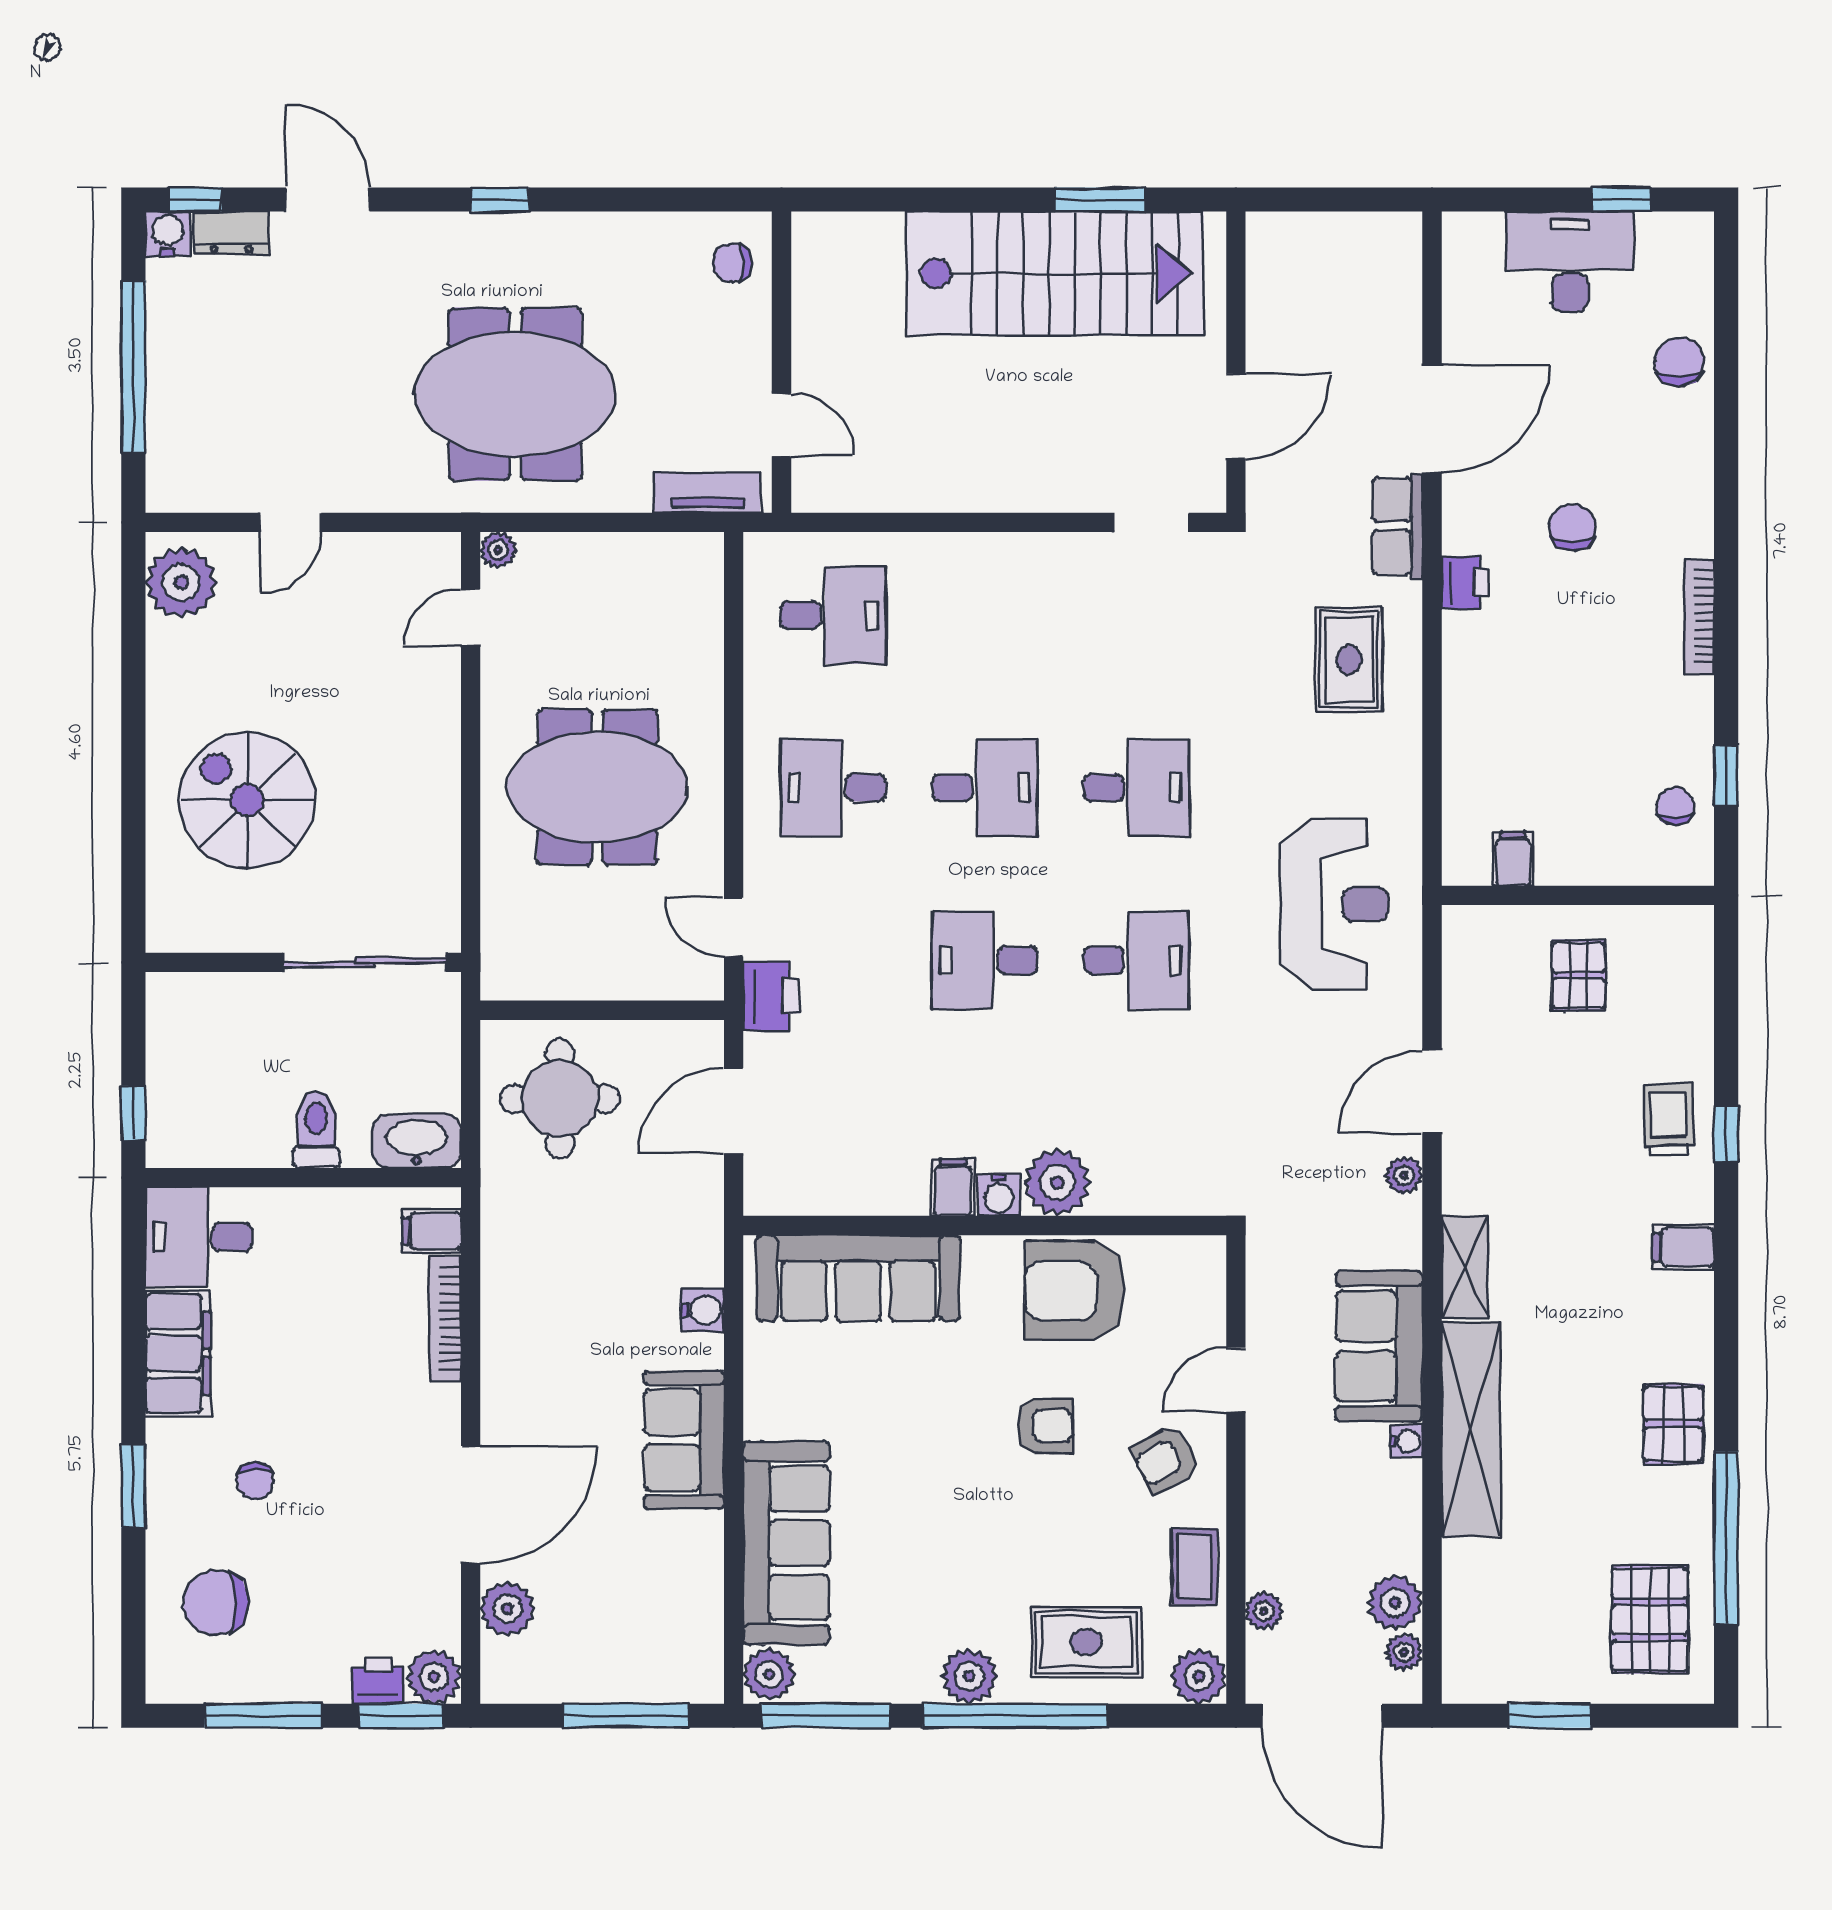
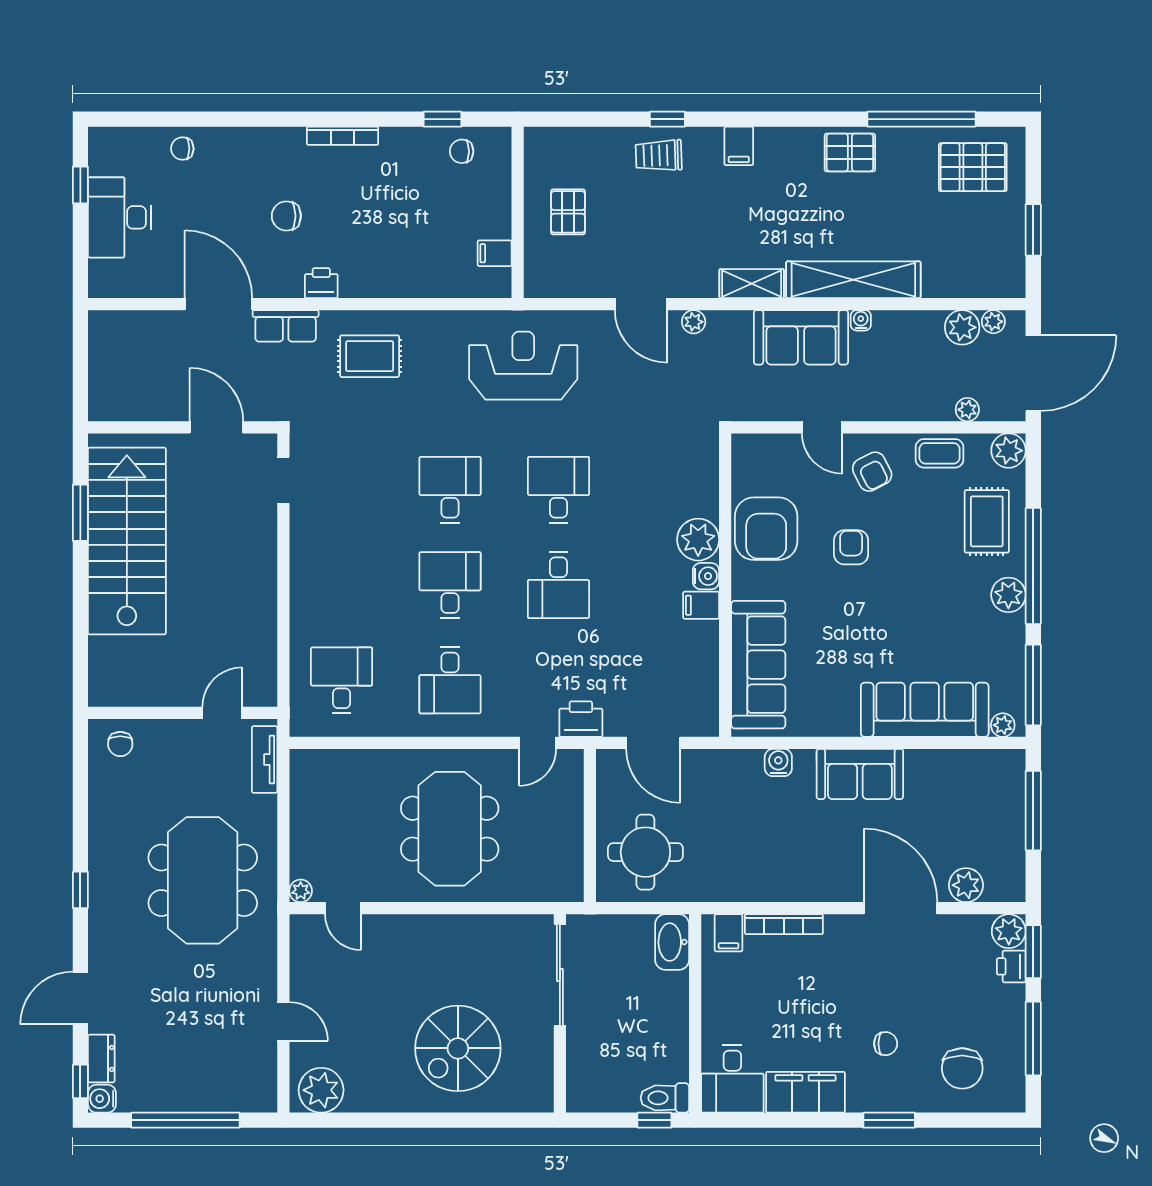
chair: (1679, 362) -> (182, 149), width x0.73, depth x0.73
pallet: (1579, 975) -> (568, 212), turned 90
toilet: (316, 1129) -> (665, 1098), moved
plant: (769, 1674) -> (1003, 725), width x0.73, depth x0.73

